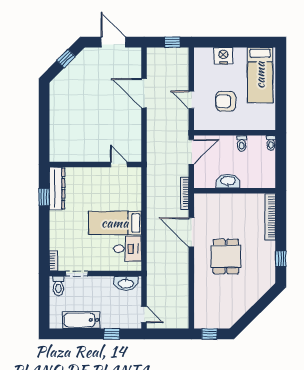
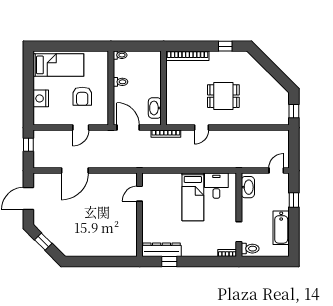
washbasin: (228, 181) -> (155, 108), moved
door: (191, 232) -> (201, 128), width x0.53

